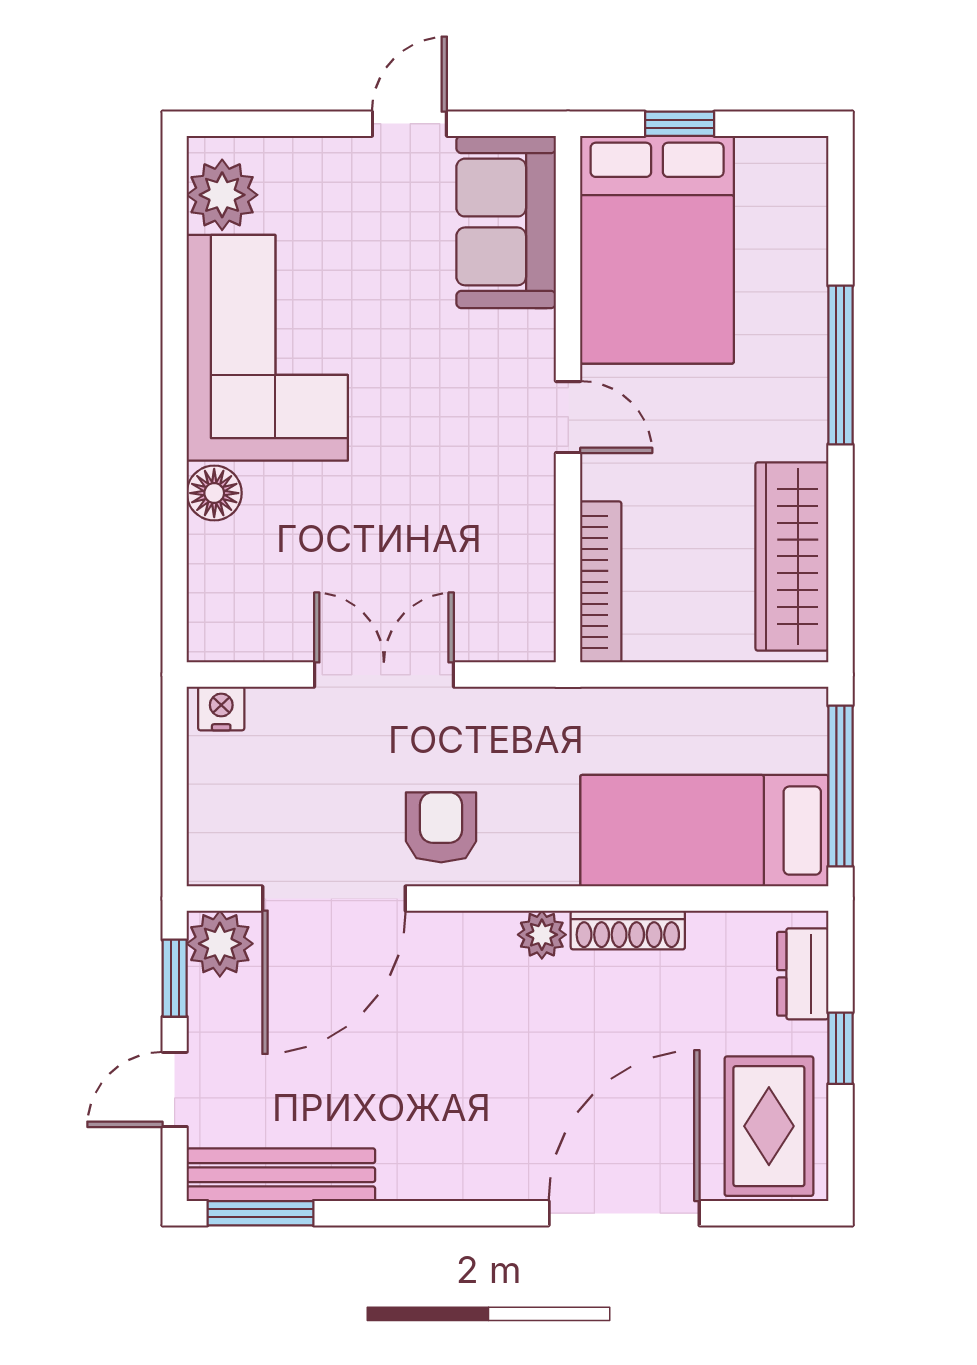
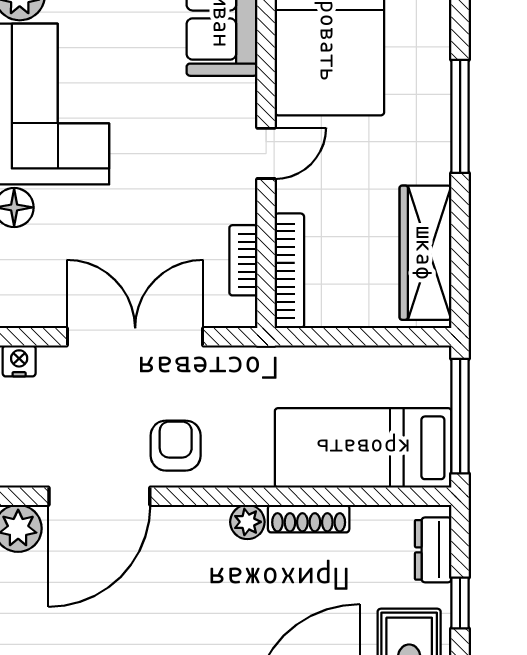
door: (568, 417) -> (266, 153), hinge flipped
bookcase: (536, 567) -> (243, 260), added
double door: (384, 675) -> (135, 337), width x1.37

